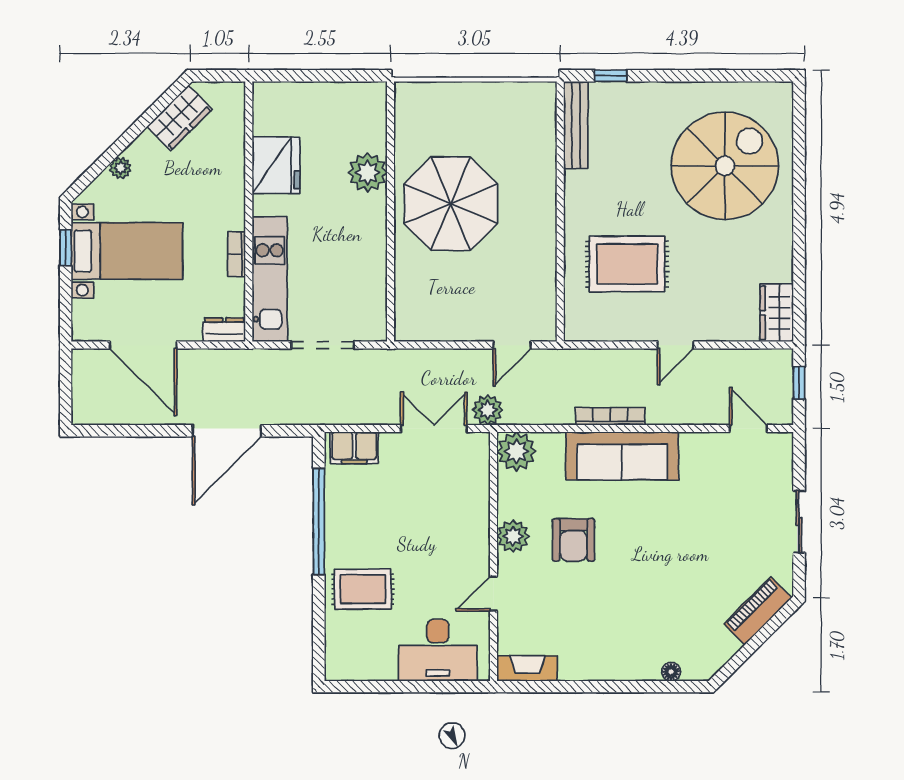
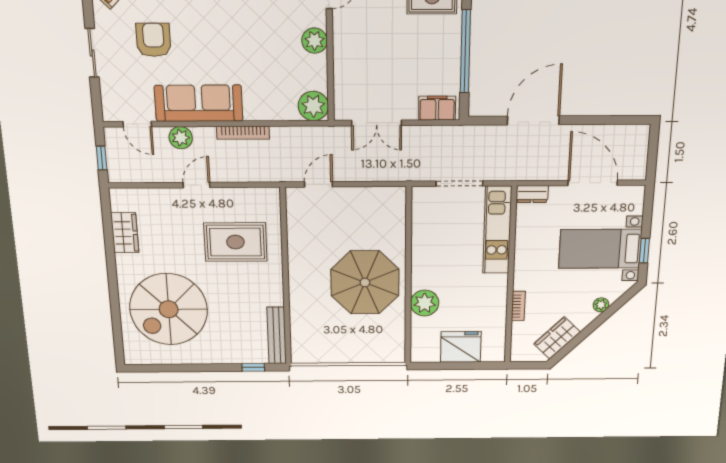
fridge: (276, 165) -> (461, 347), moved, turned 90
bookcase: (236, 254) -> (518, 306), moved
wardrobe: (777, 313) -> (125, 233), moved
plant: (488, 410) -> (181, 138), moved
sofa: (622, 456) -> (199, 103), moved
armchair: (573, 540) -> (153, 40), moved

